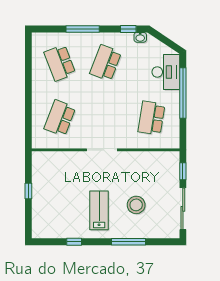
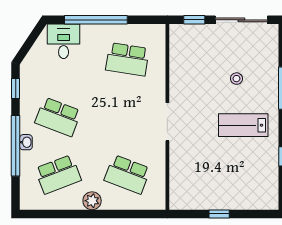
window: (83, 29) -> (16, 146), width x1.46
washbasin: (140, 37) -> (26, 142), moved
desk: (166, 72) -> (64, 41), width x0.73
plant: (39, 90) -> (92, 201), added
stool: (136, 205) -> (236, 79), width x0.53, depth x0.53

